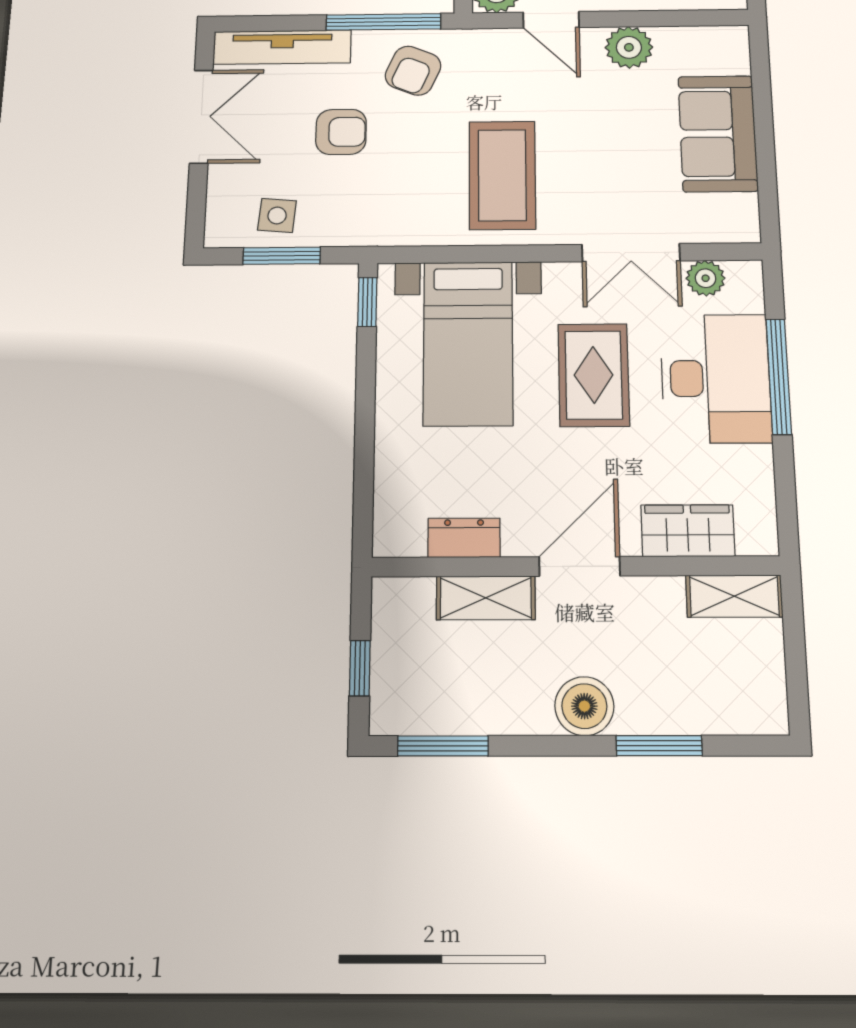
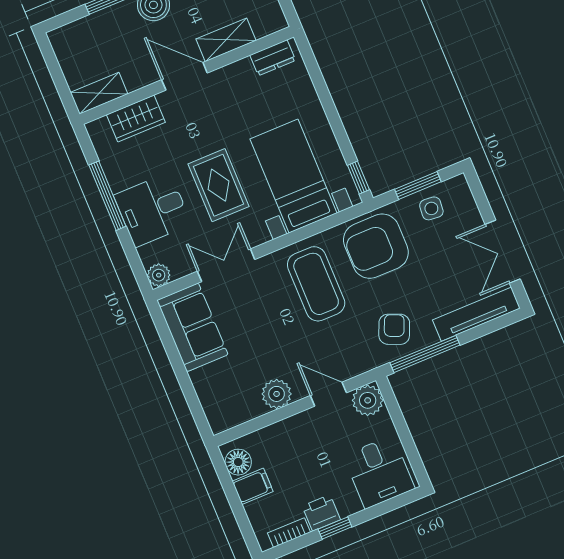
armchair: (341, 132) -> (376, 246), moved, width x1.88, depth x1.88
sofa: (718, 133) -> (192, 327), moved
plant: (706, 278) -> (159, 275), moved
window: (779, 376) -> (107, 196), moved
desk: (716, 378) -> (153, 210), width x0.73
dresser: (464, 538) -> (273, 58), moved
door: (579, 566) -> (184, 76), swing flipped

